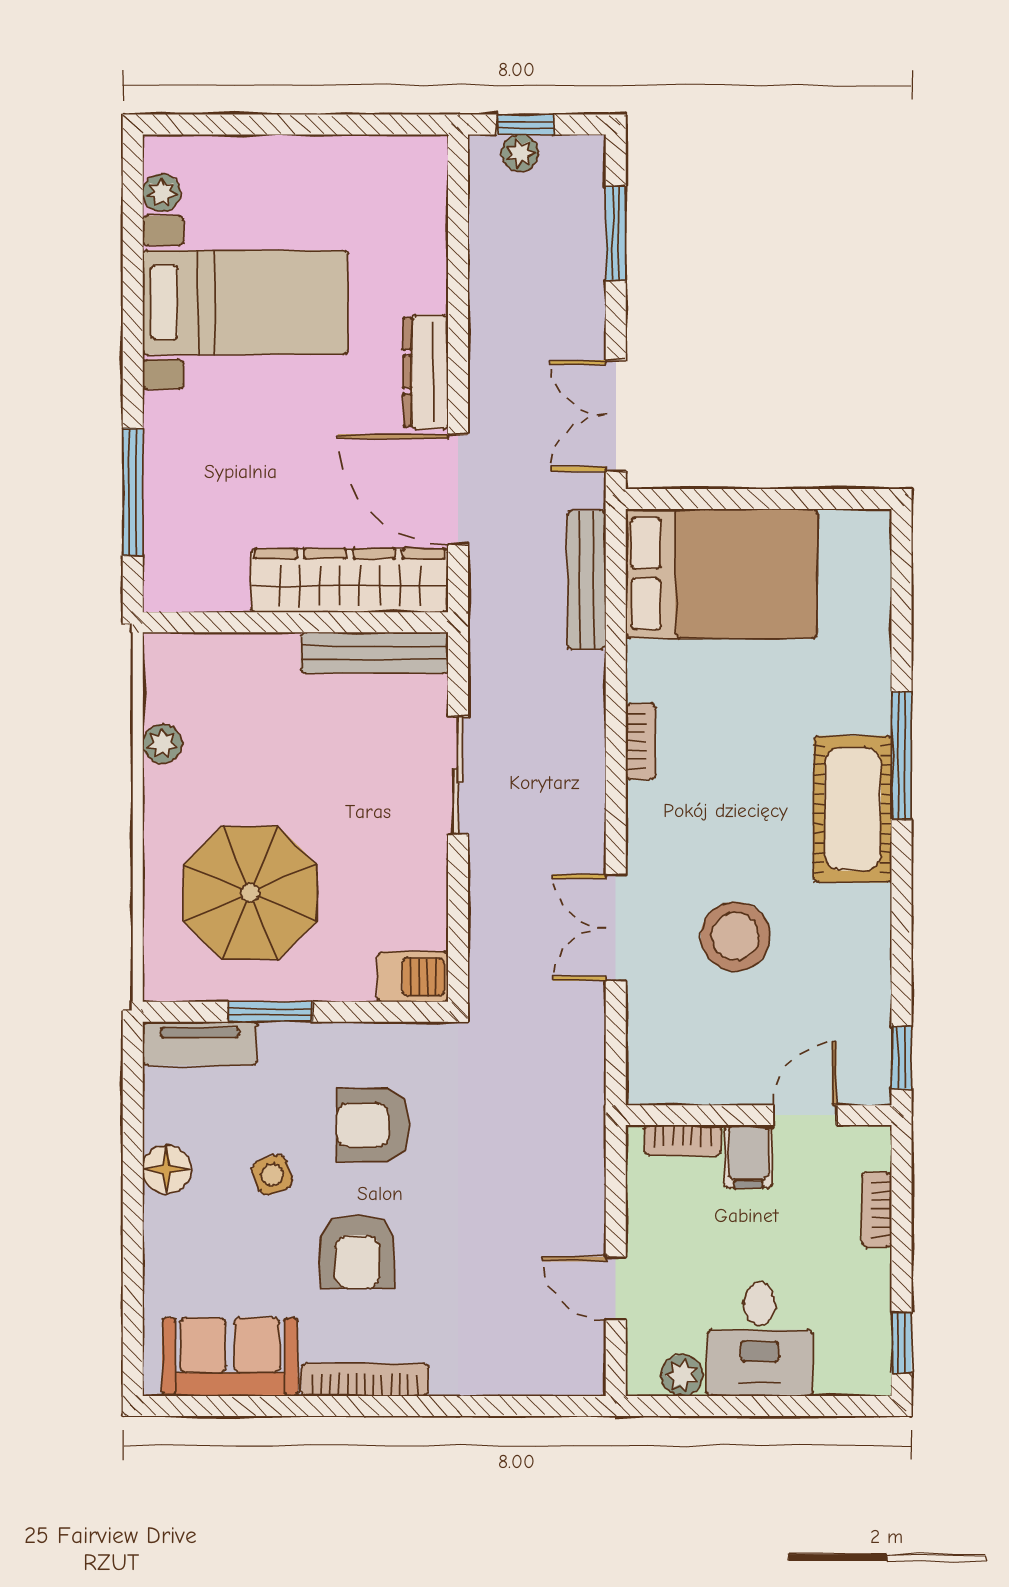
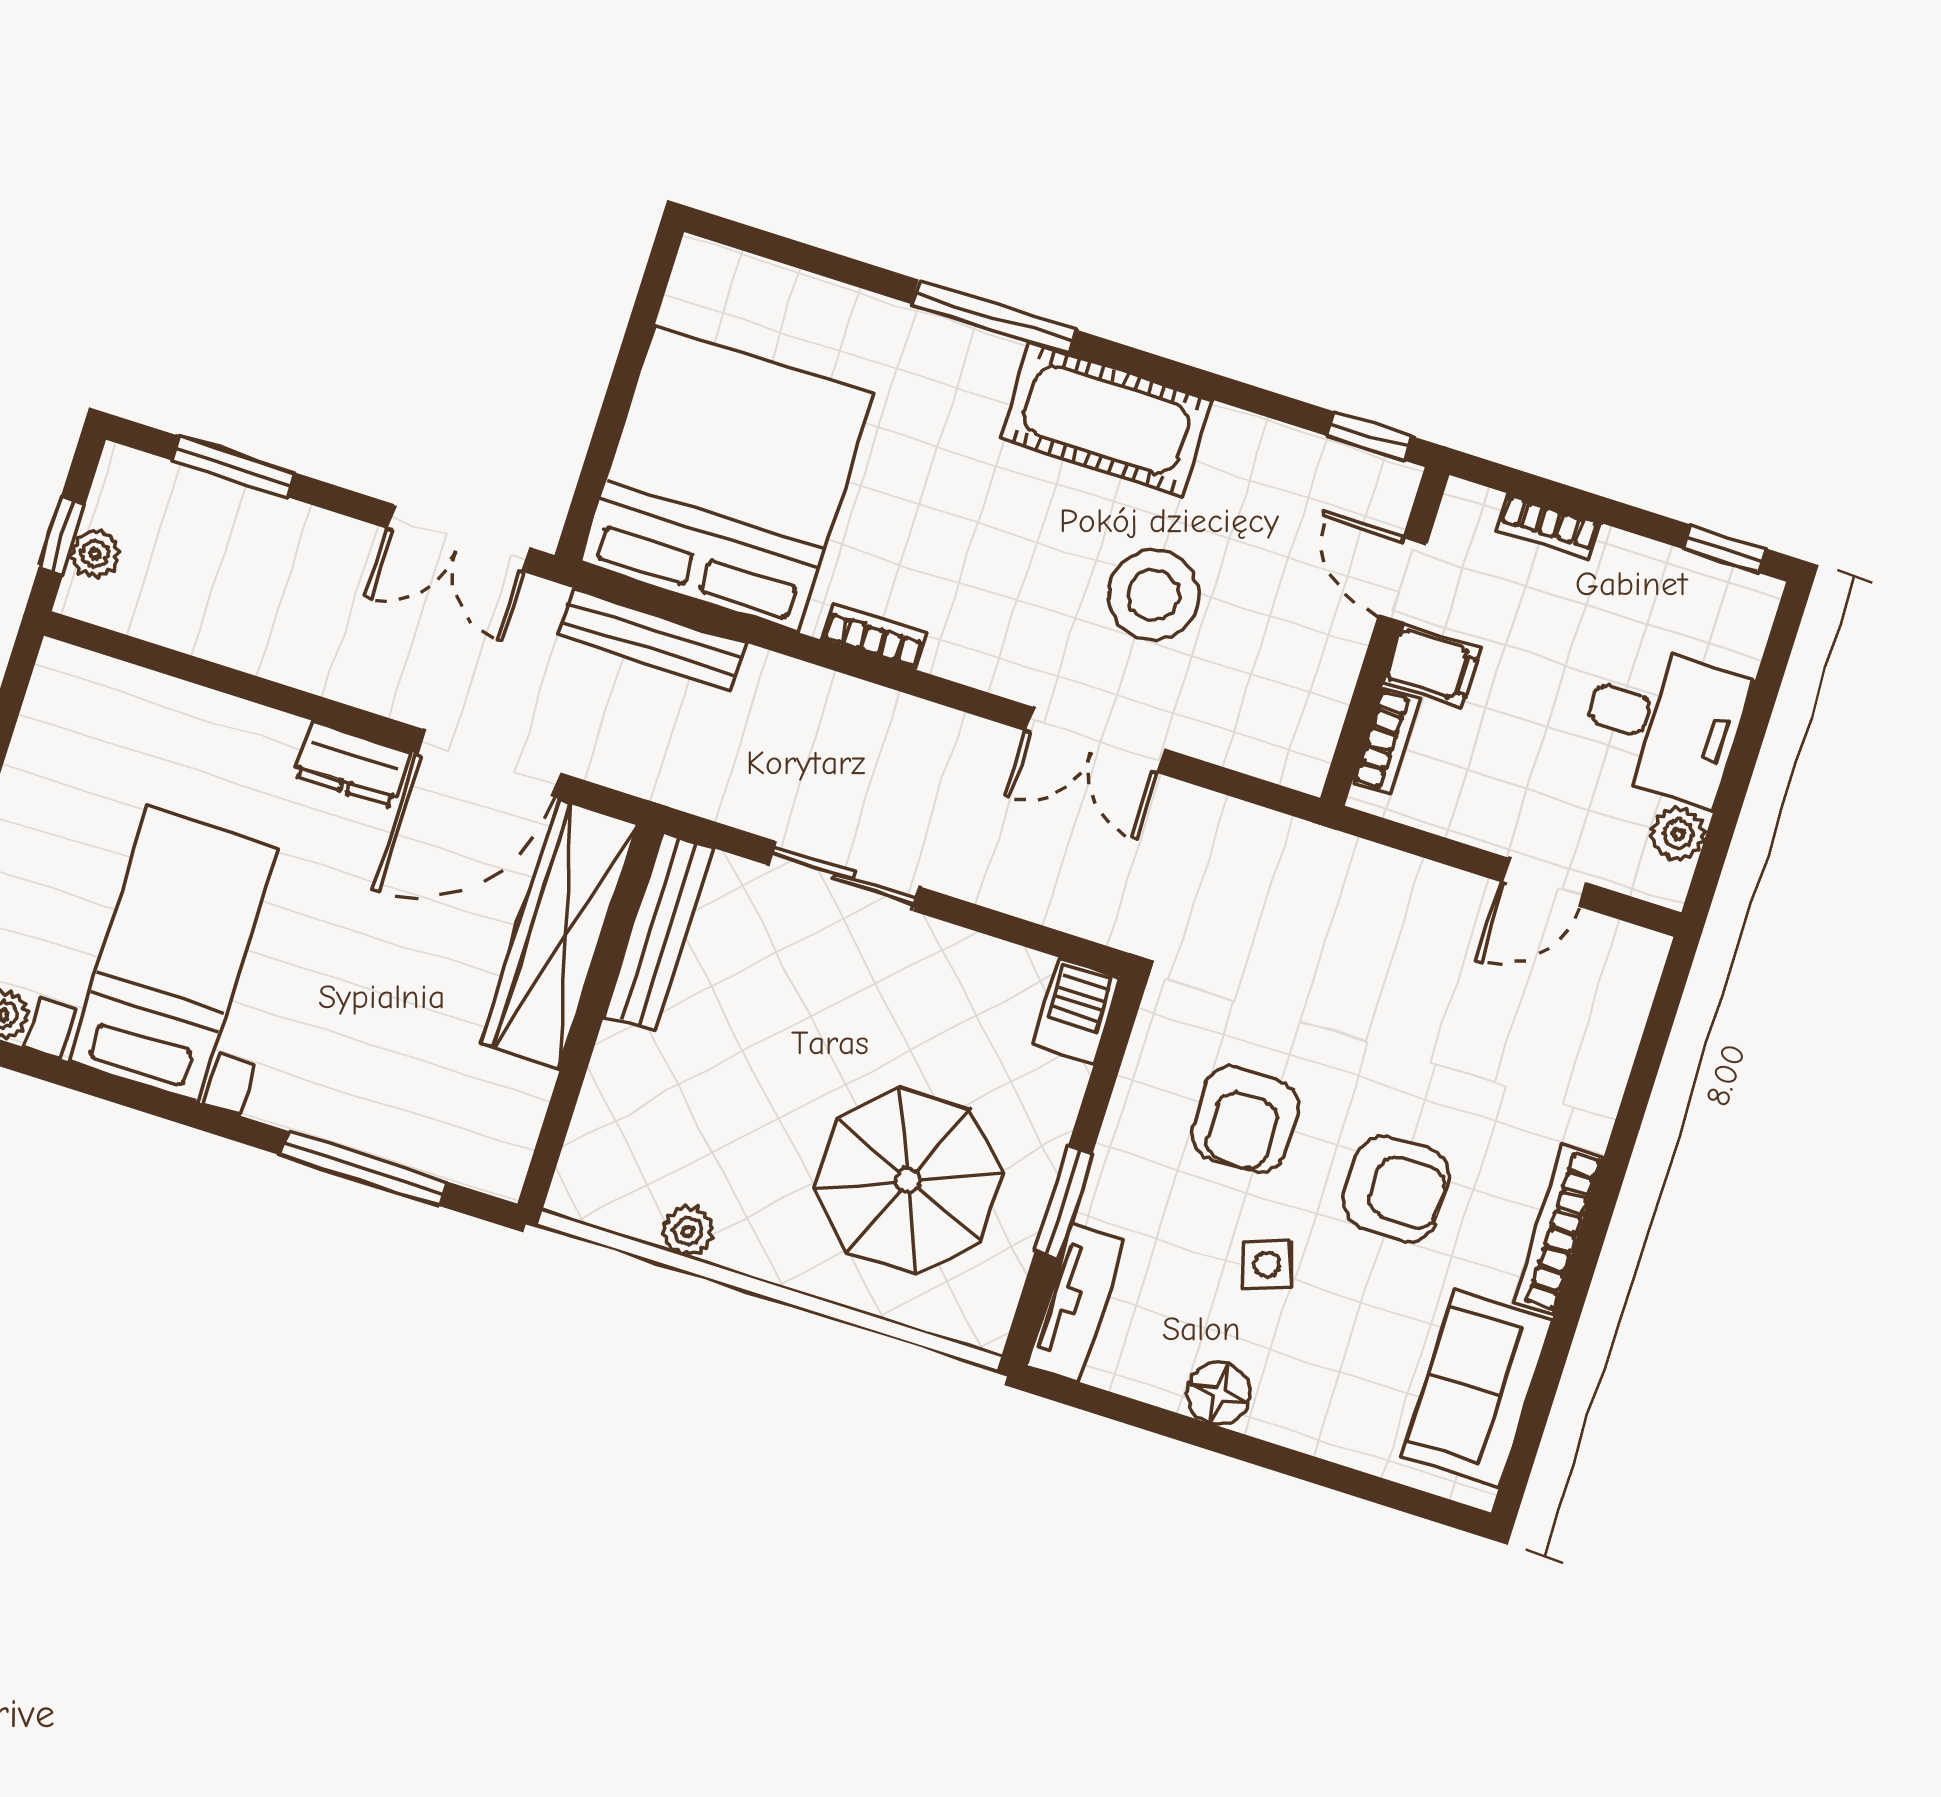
dresser: (426, 372) -> (352, 764), width x0.70
bed: (721, 574) -> (726, 478), width x1.36
cot: (853, 809) -> (1106, 419), moved

